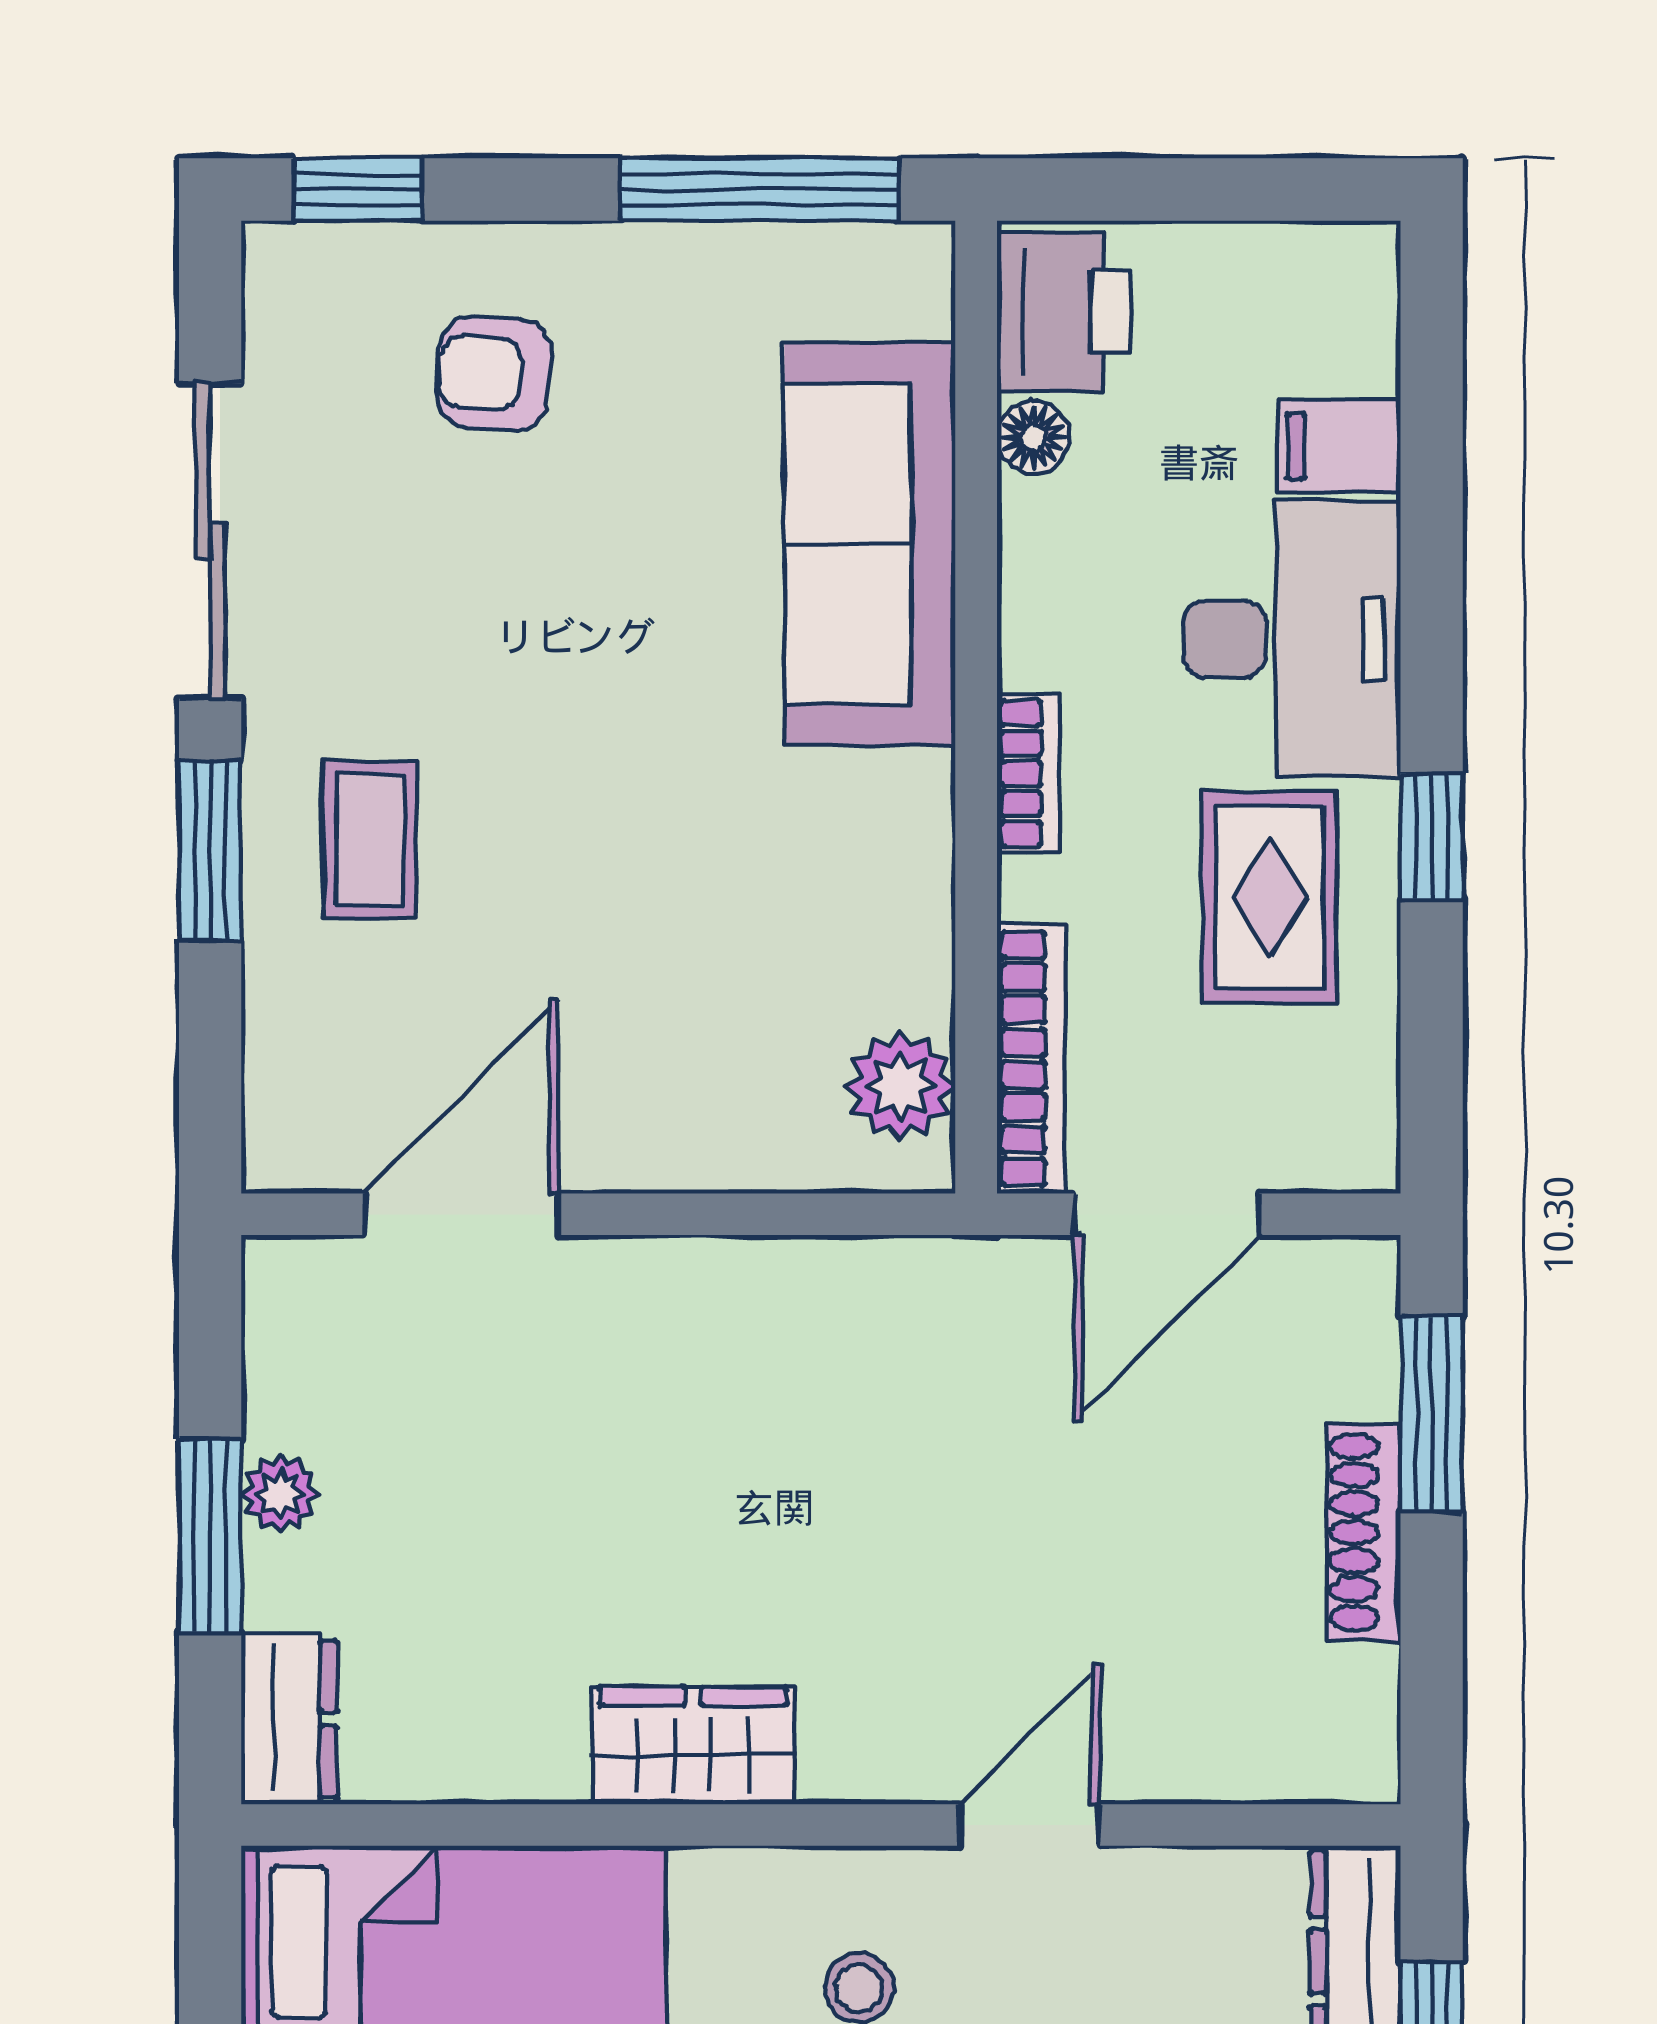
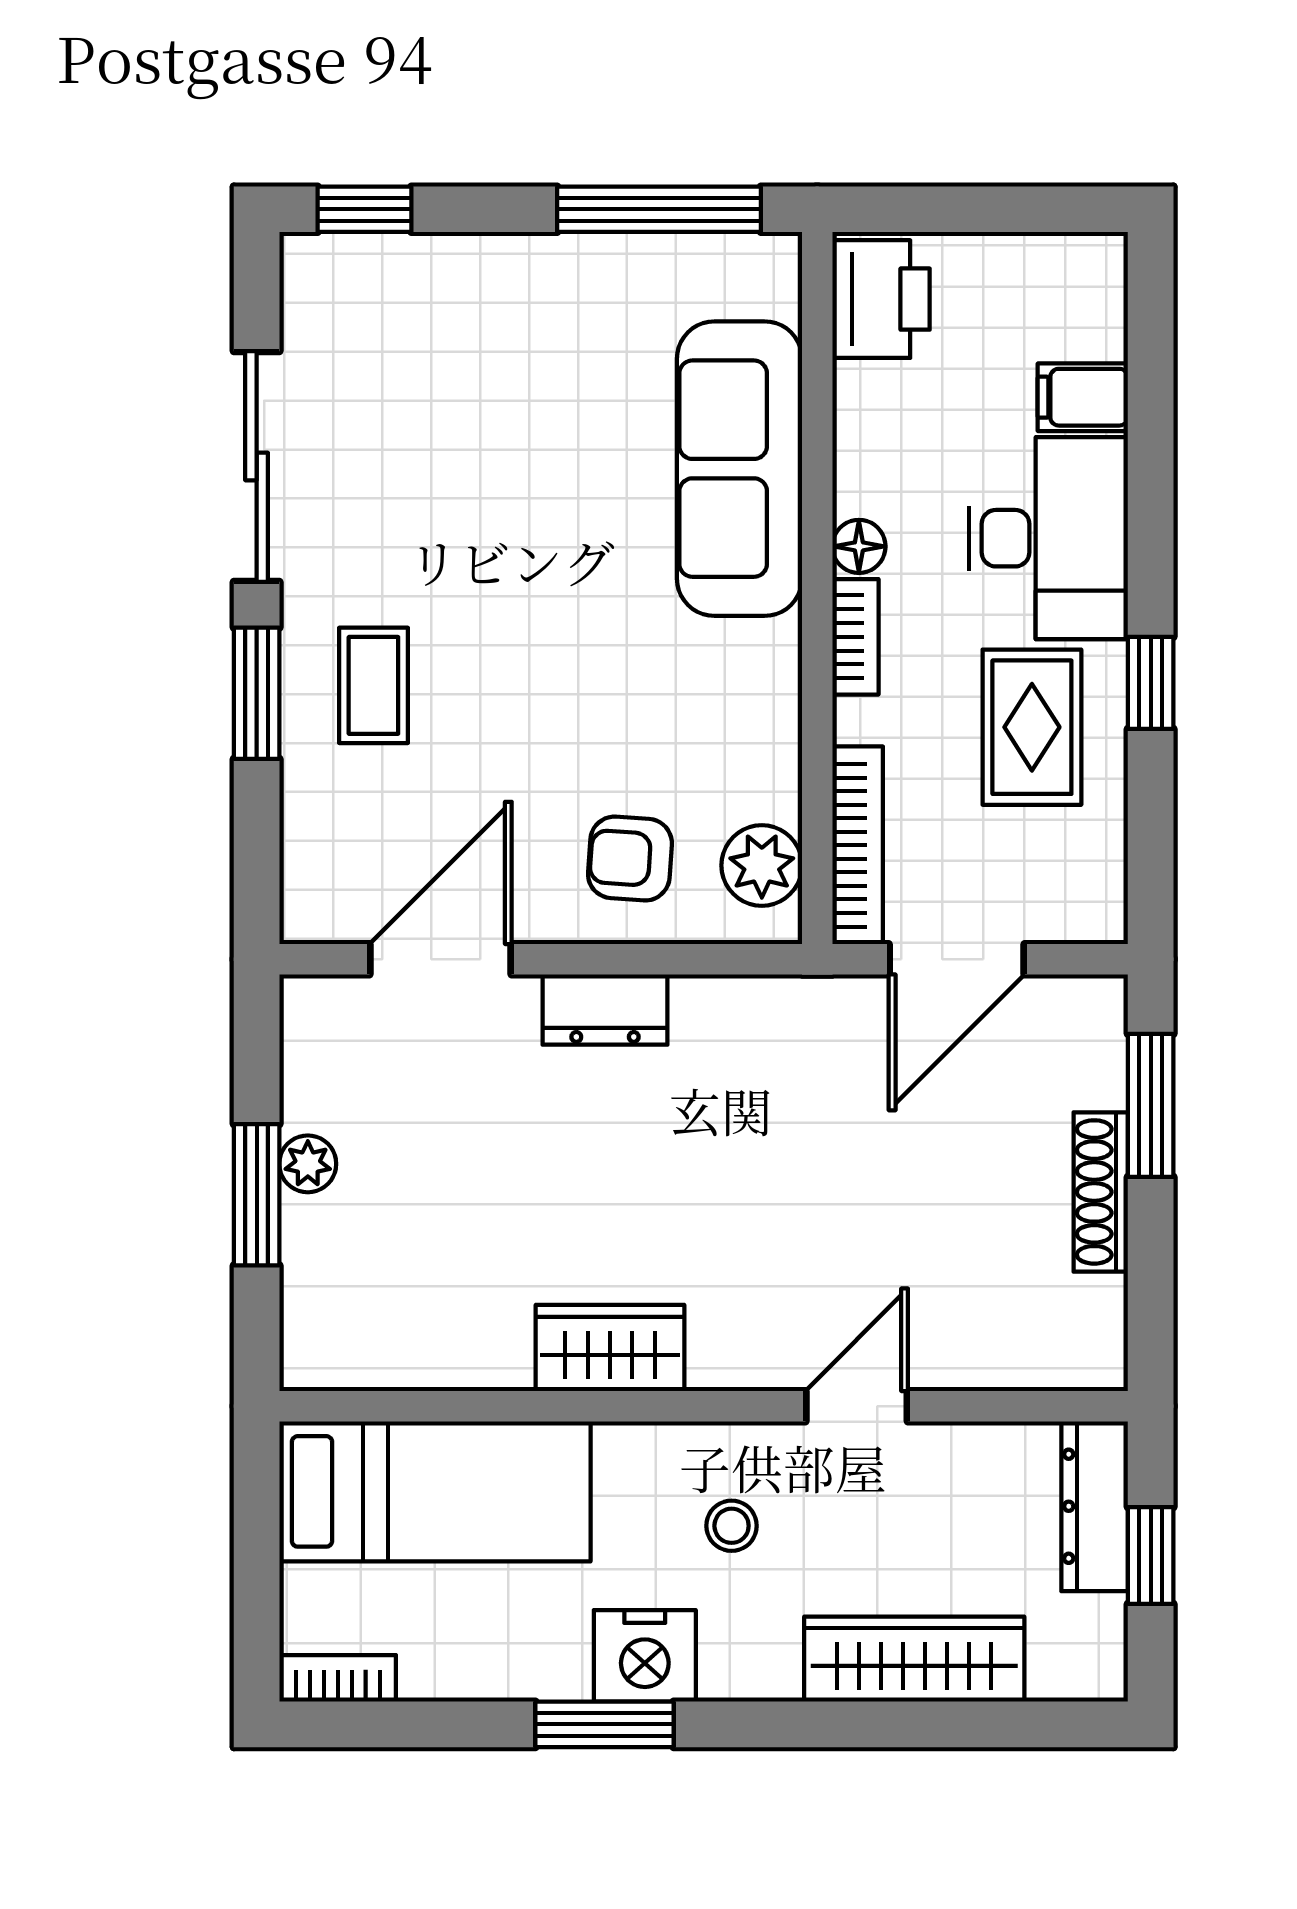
armchair: (493, 374) -> (630, 859), moved
floor lamp: (1033, 437) -> (859, 546), moved
dresser: (289, 1719) -> (605, 1010), moved, turned 90

